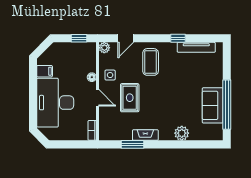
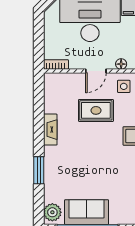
plant: (182, 133) -> (52, 212), moved
window: (133, 144) -> (39, 170), moved

